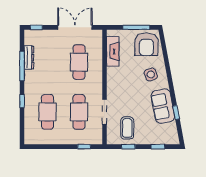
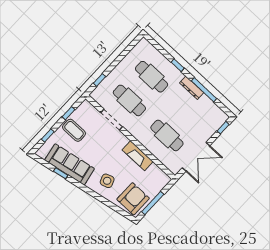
armchair: (146, 44) -> (133, 199), turned 90
fireplace: (113, 51) -> (138, 156), moved
dresser: (29, 58) -> (192, 88), moved
sofa: (163, 106) -> (70, 164), width x1.36
coffee table: (127, 128) -> (74, 130), moved

